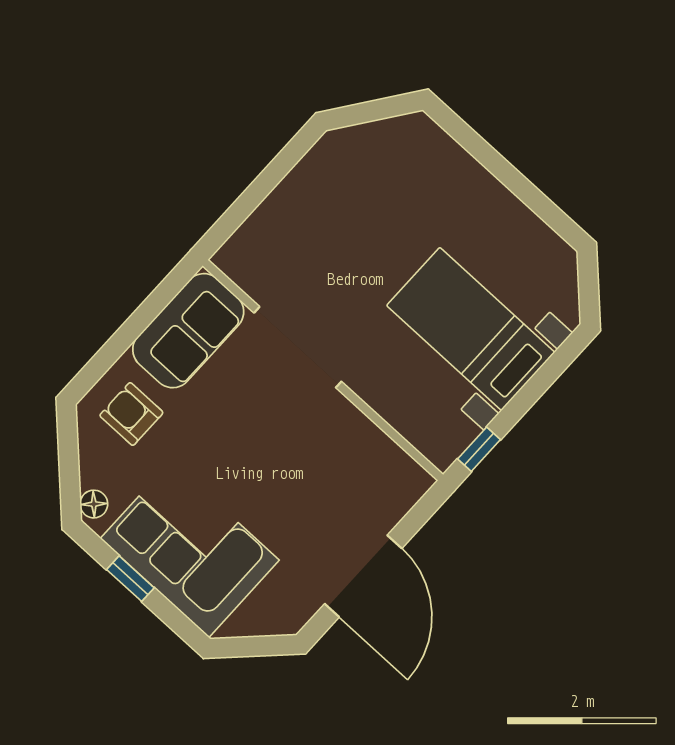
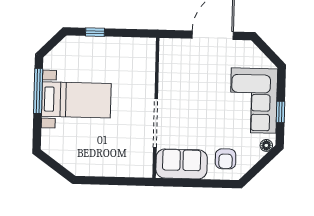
window: (527, 193) -> (38, 91), added
bed with nightstands: (471, 329) -> (76, 100), moved, turned -90
window: (479, 449) -> (95, 32), moved

